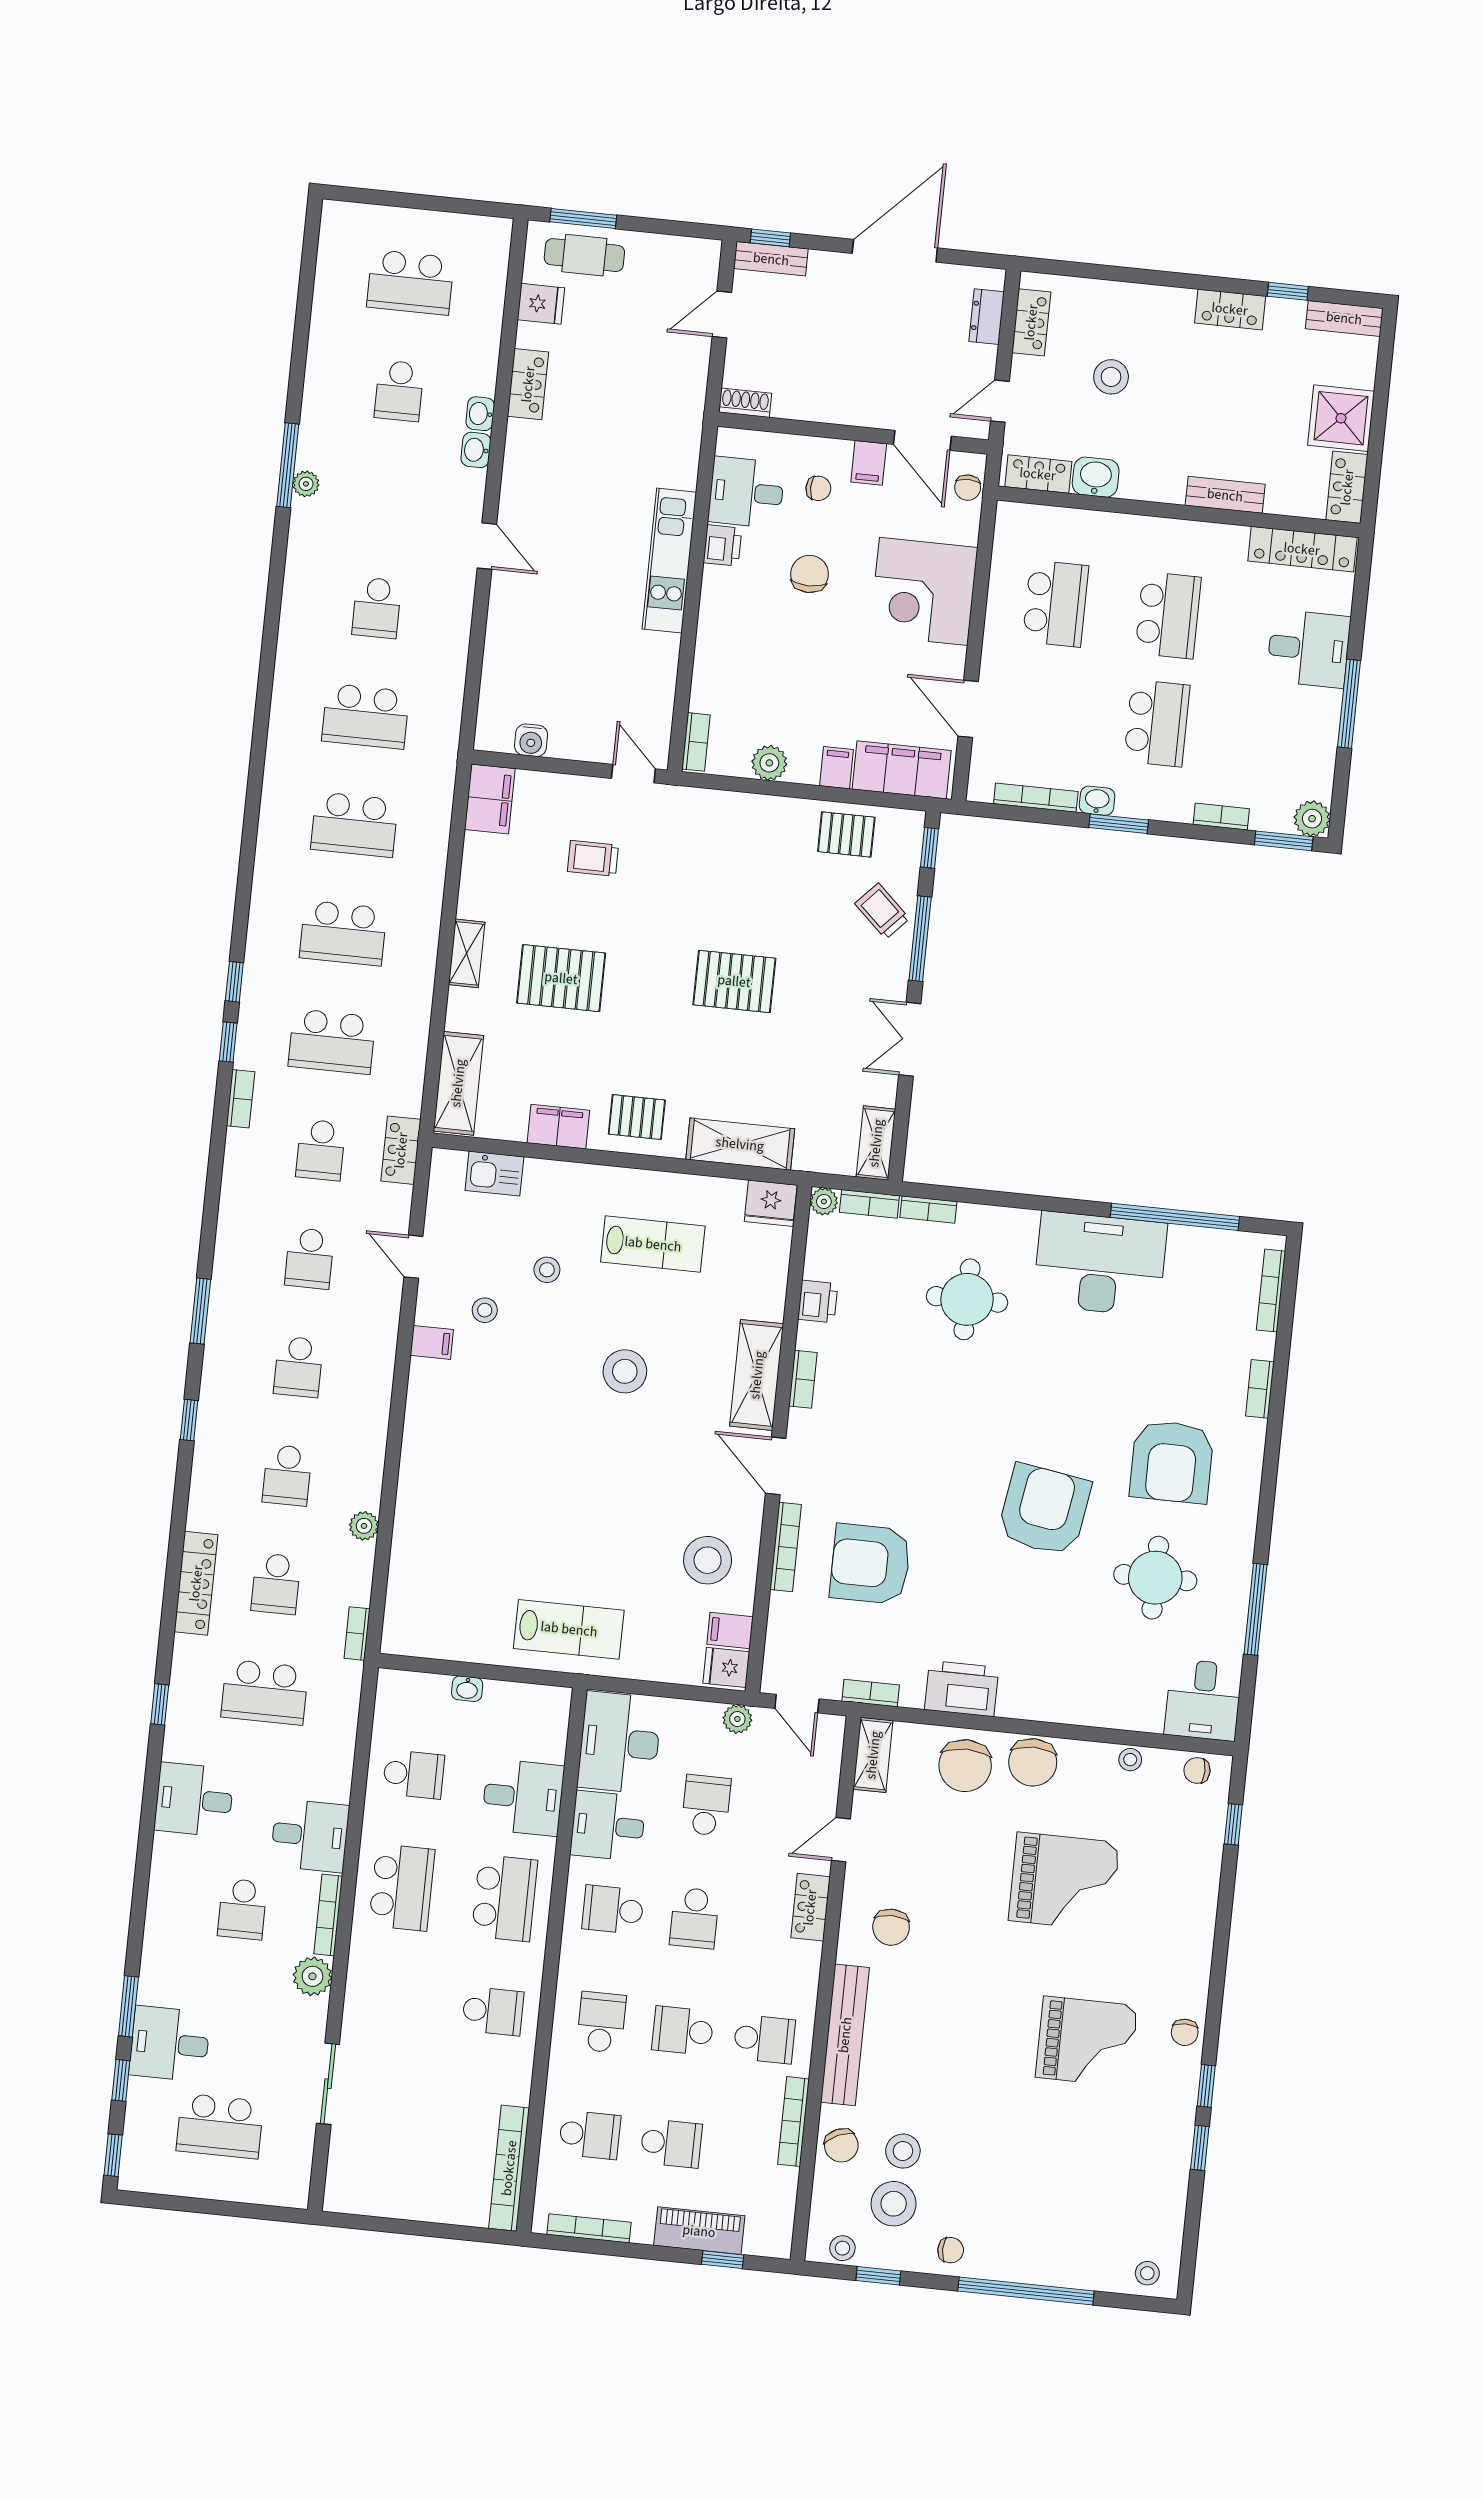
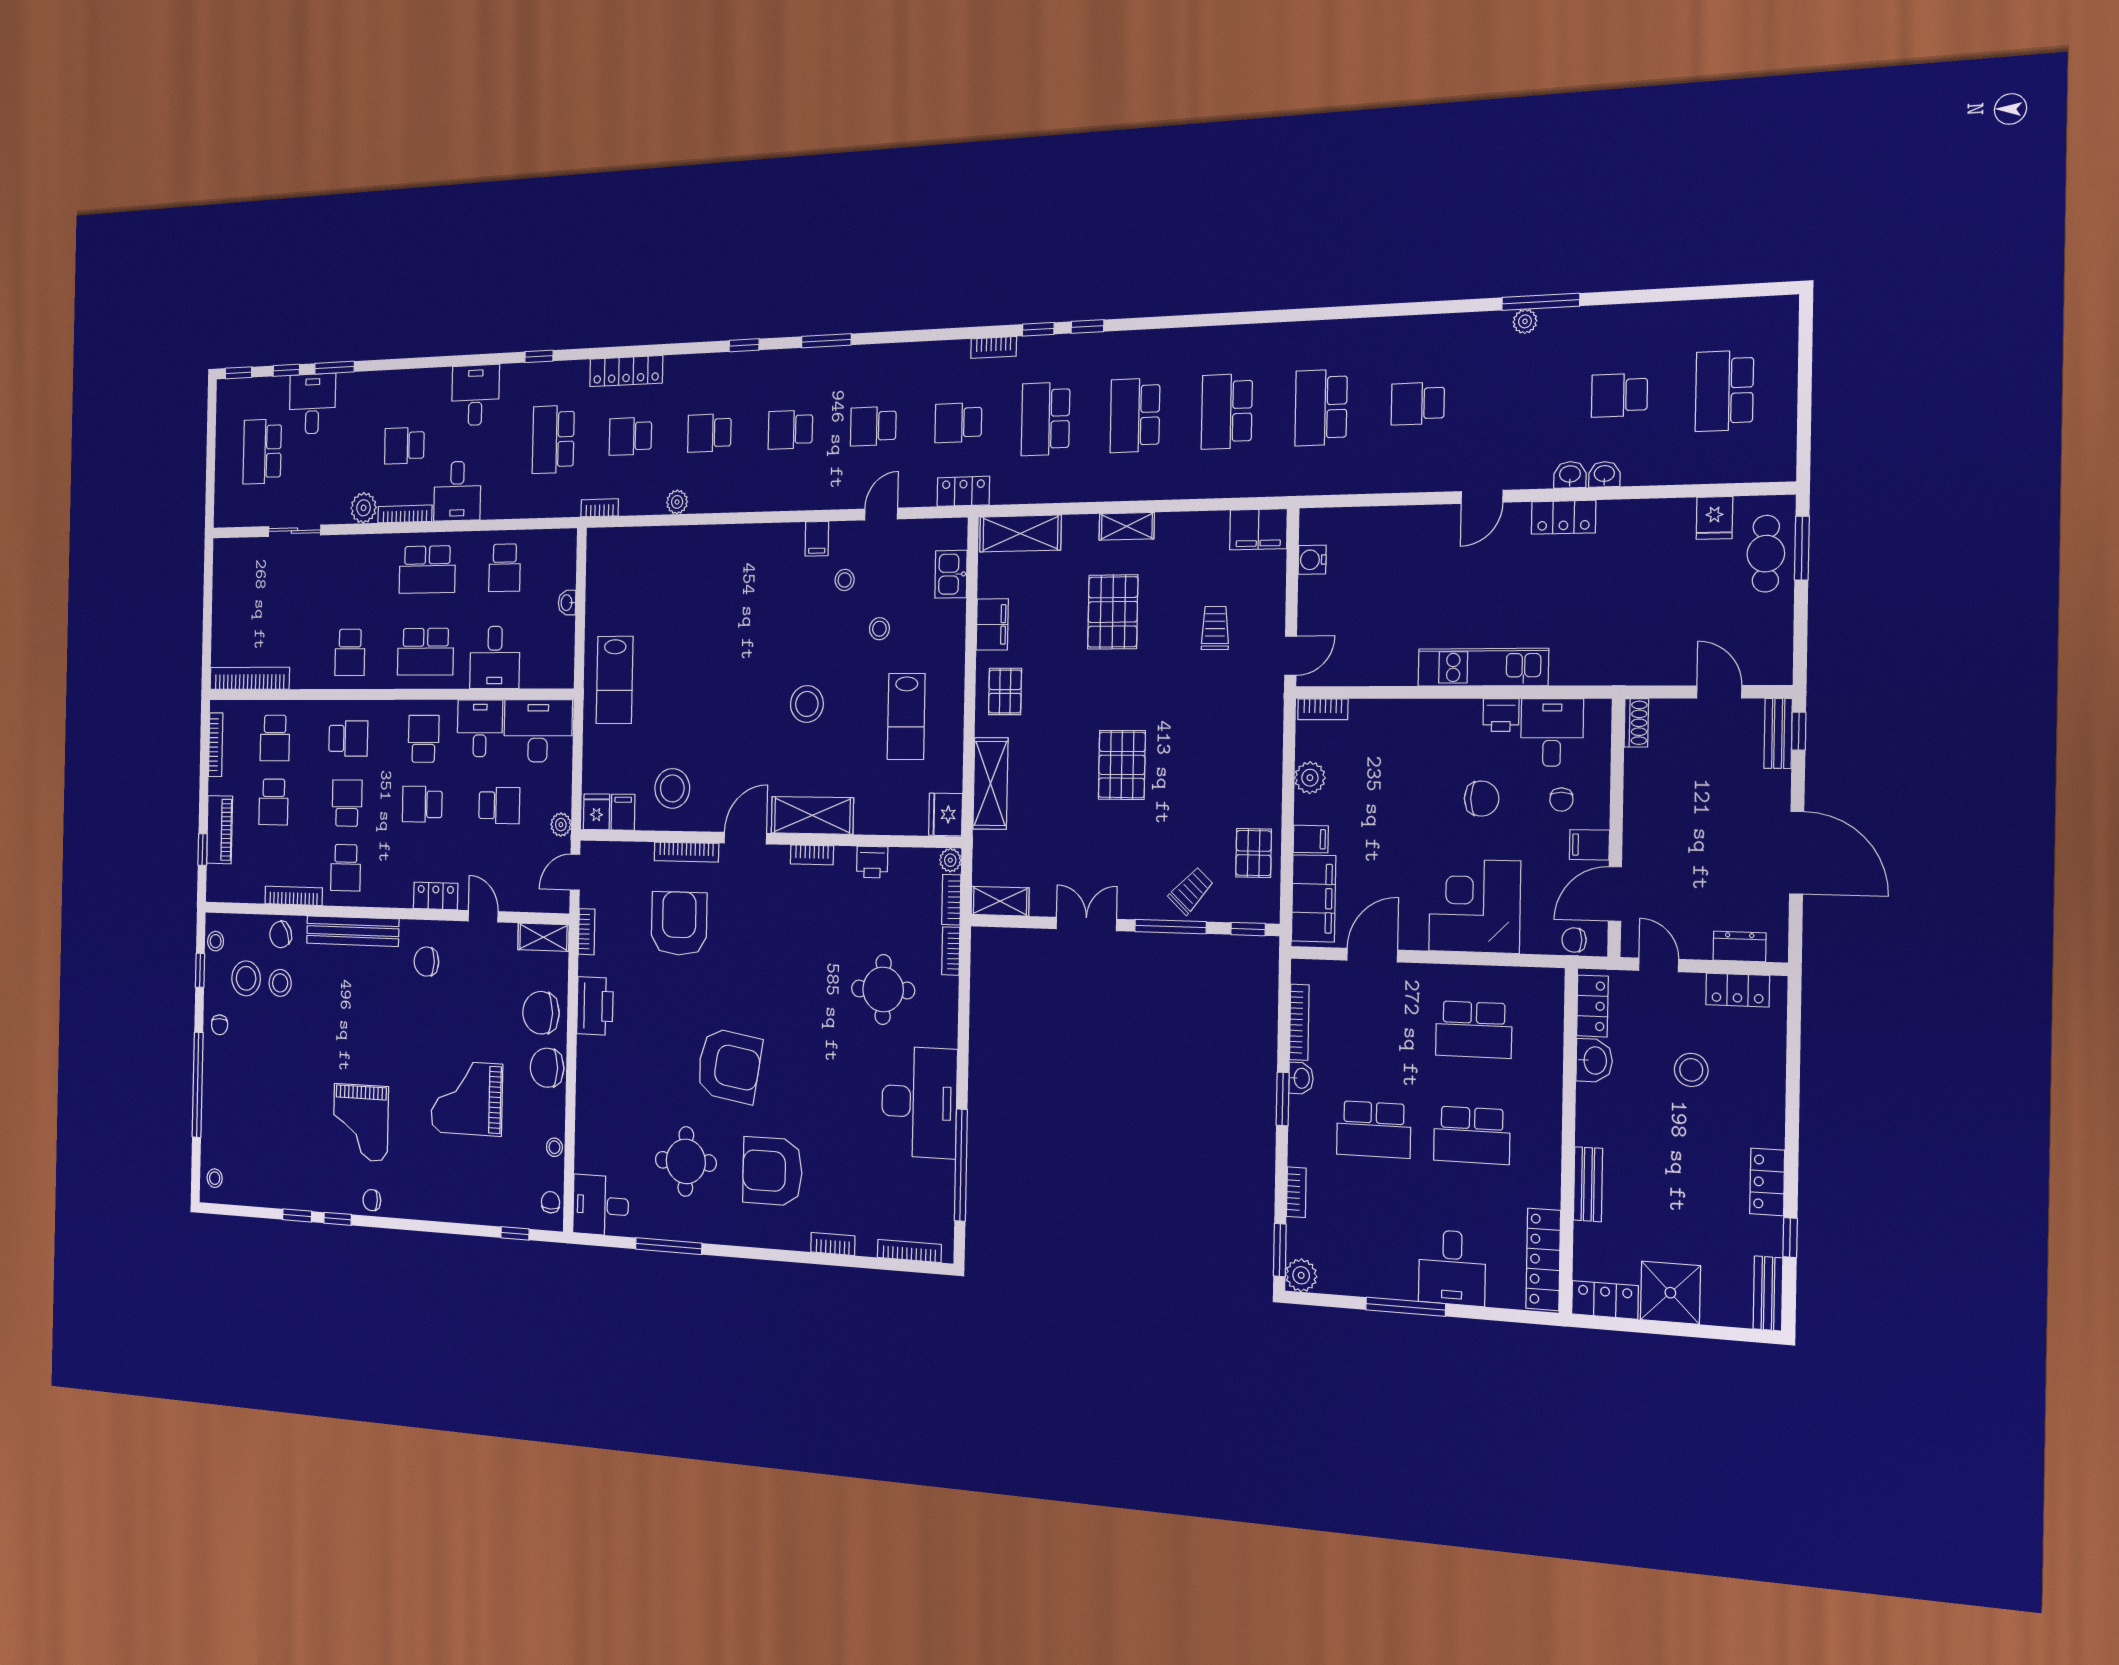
locker: (528, 384) -> (1564, 517), moved
grand piano: (1064, 1881) -> (467, 1098), turned 90

